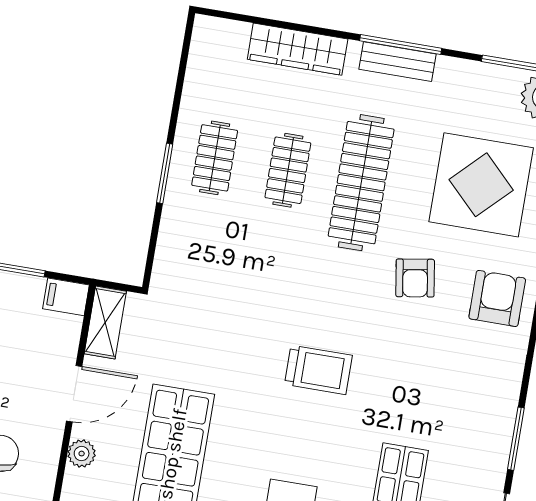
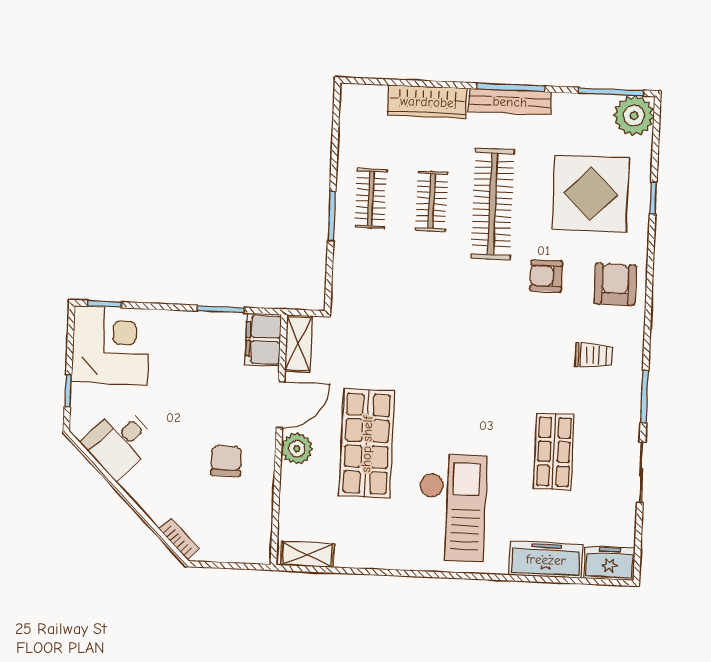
bench: (398, 62) -> (510, 102), width x1.36
armchair: (415, 278) -> (546, 276), turned 99
filing cabinet: (66, 297) -> (263, 340), width x2.00
trolley: (318, 370) -> (594, 355), moved, width x0.73, depth x0.72
plant: (82, 454) -> (297, 449), width x1.38, depth x1.38

